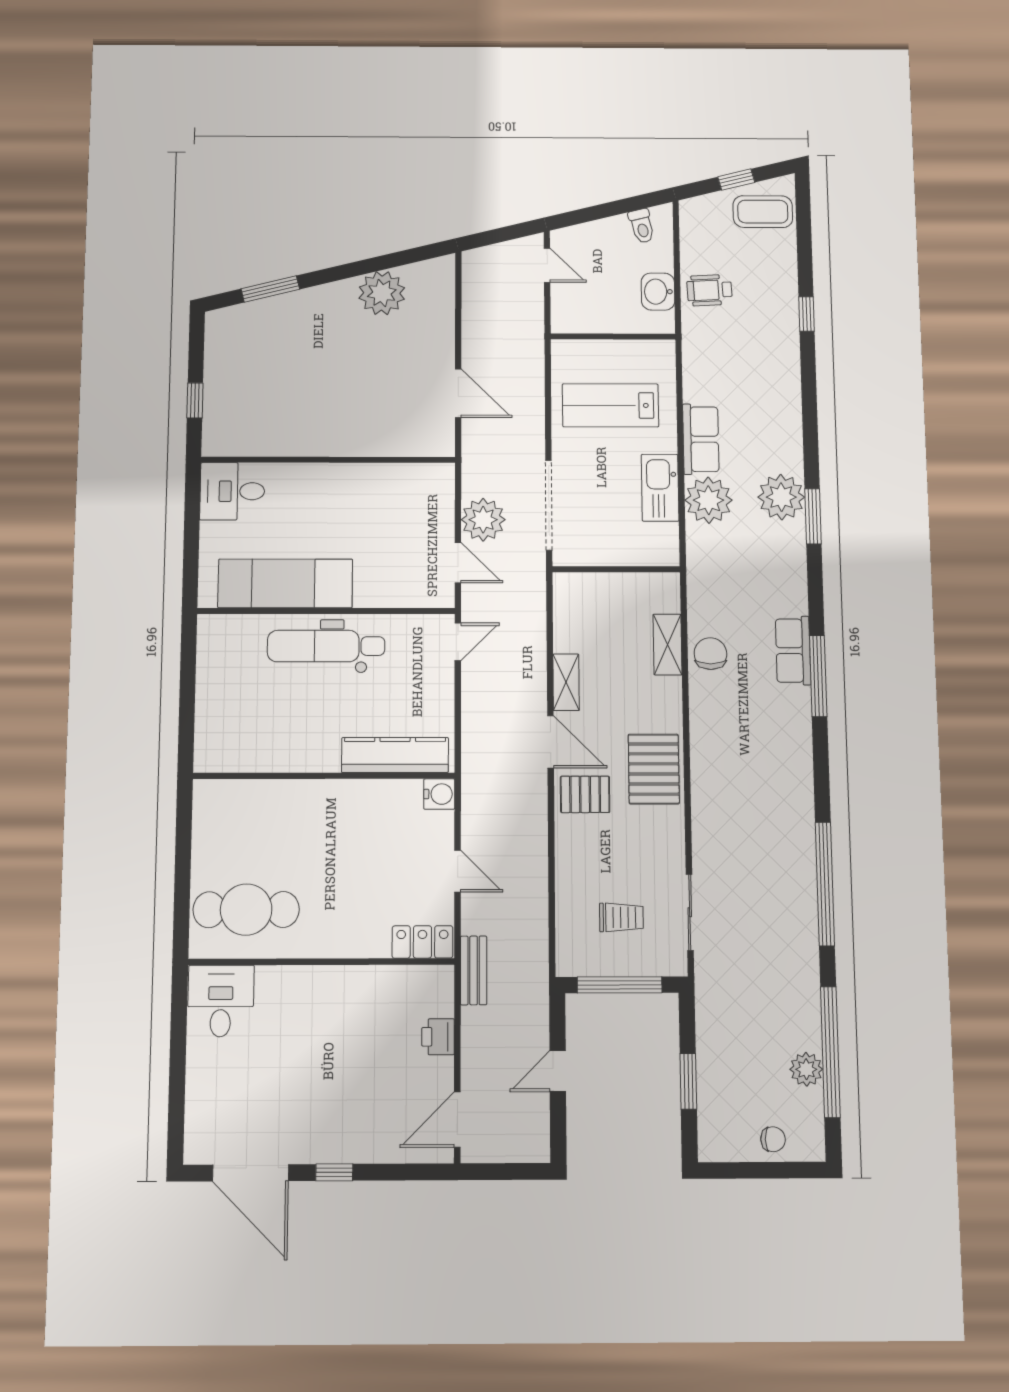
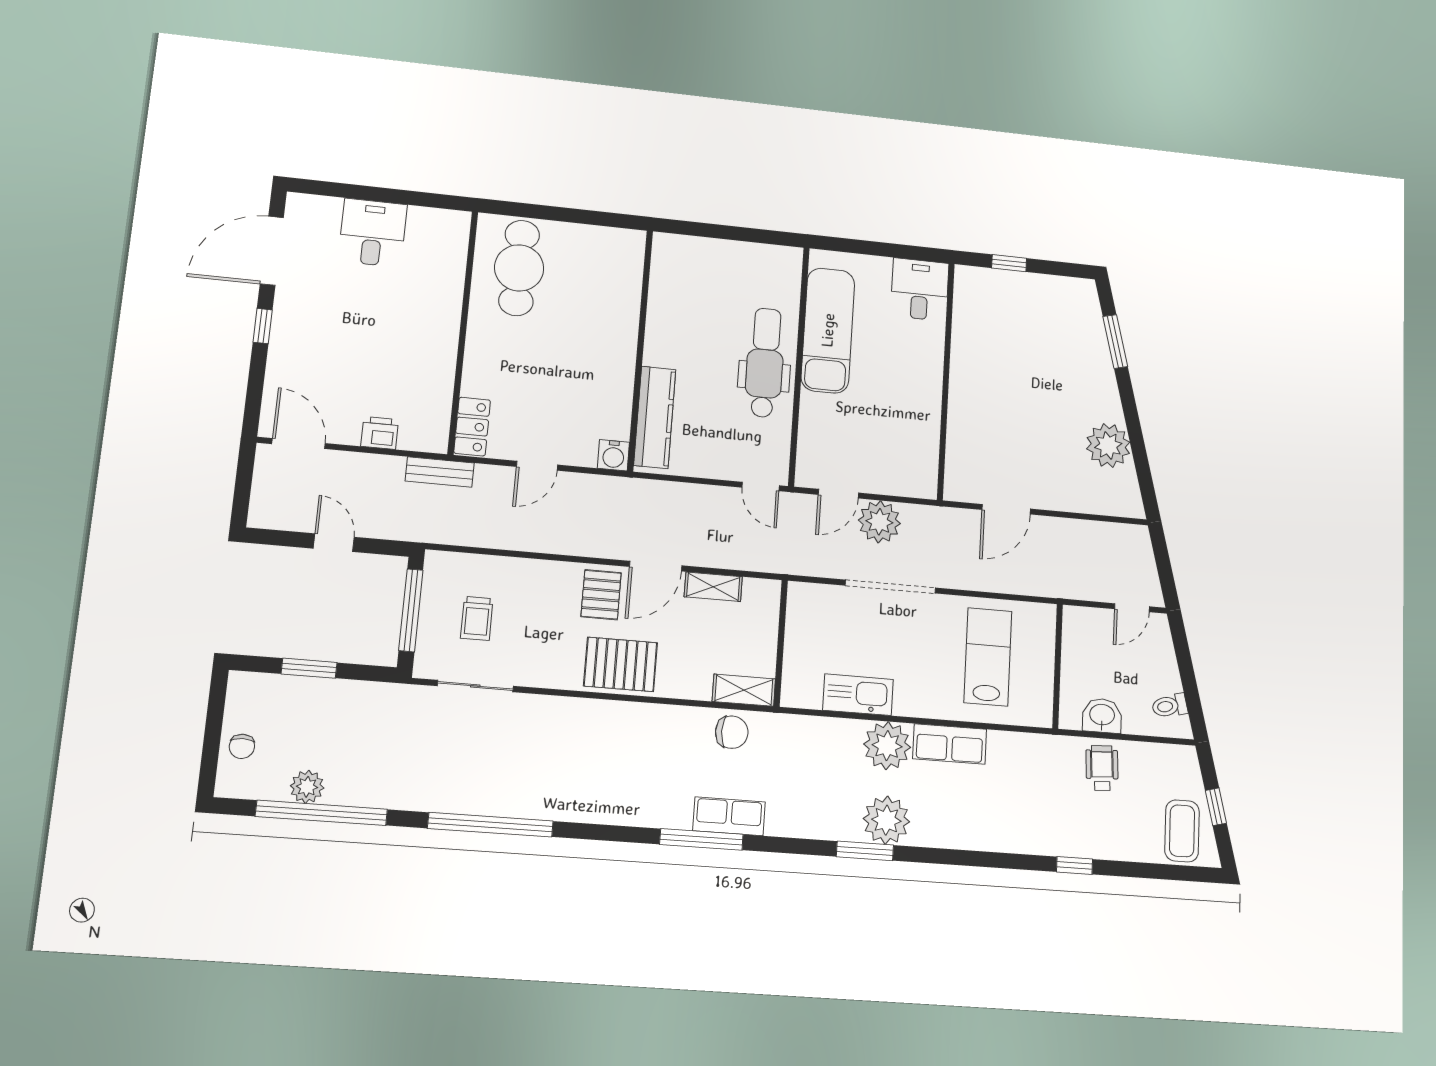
kitchen sink: (660, 488) -> (858, 695), moved
wall: (616, 569) -> (781, 643), moved
desk: (221, 1001) -> (373, 233), moved, turned -90

